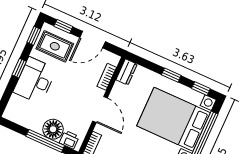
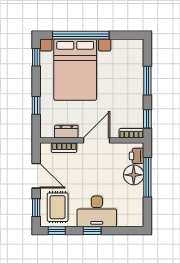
dresser: (127, 72) -> (66, 132), moved
window: (171, 75) -> (36, 105), moved

